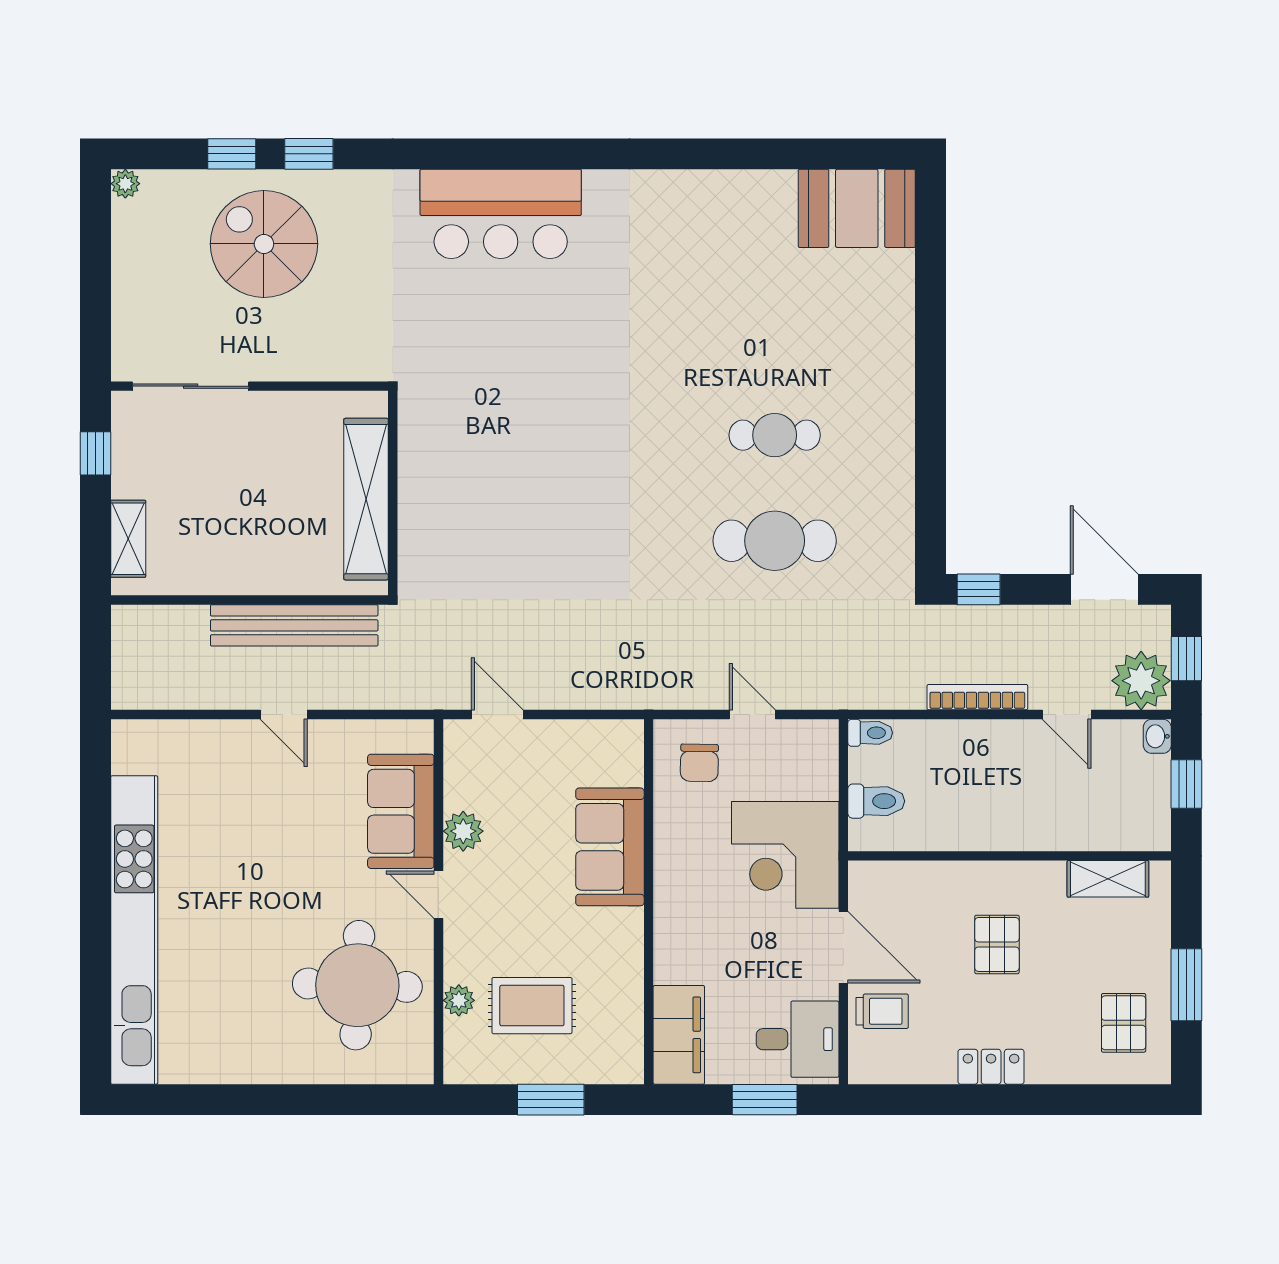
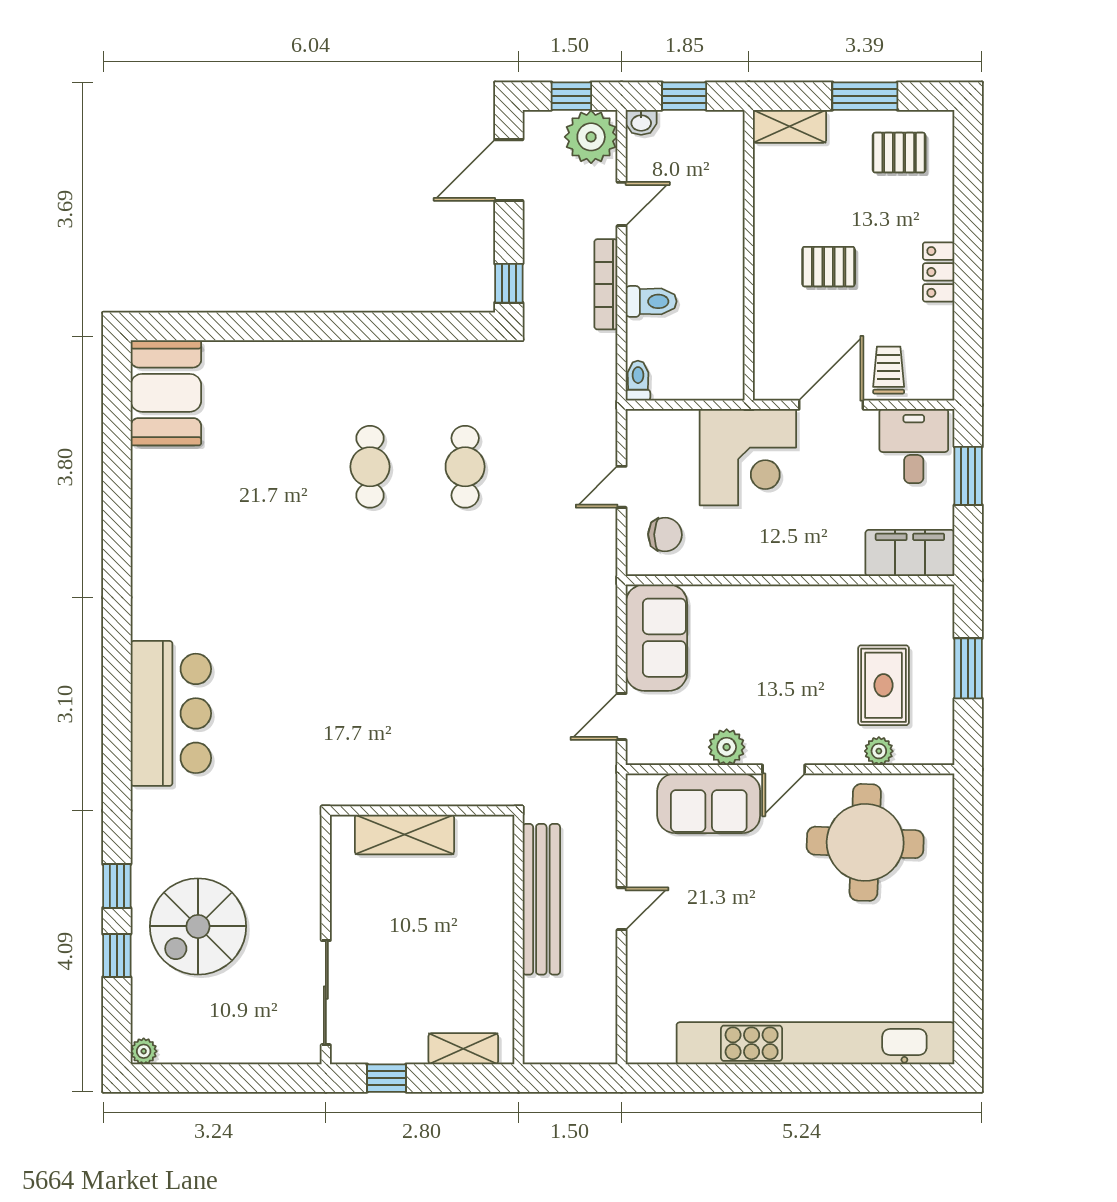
shelving: (366, 499) -> (404, 835), width x0.68
cafe table: (775, 541) -> (465, 467), width x0.73, depth x0.74
toilet: (876, 801) -> (651, 301), moved, turned 90
sofa: (610, 847) -> (656, 638), moved, turned -90
shelving: (1108, 879) -> (790, 126), moved, turned 90

